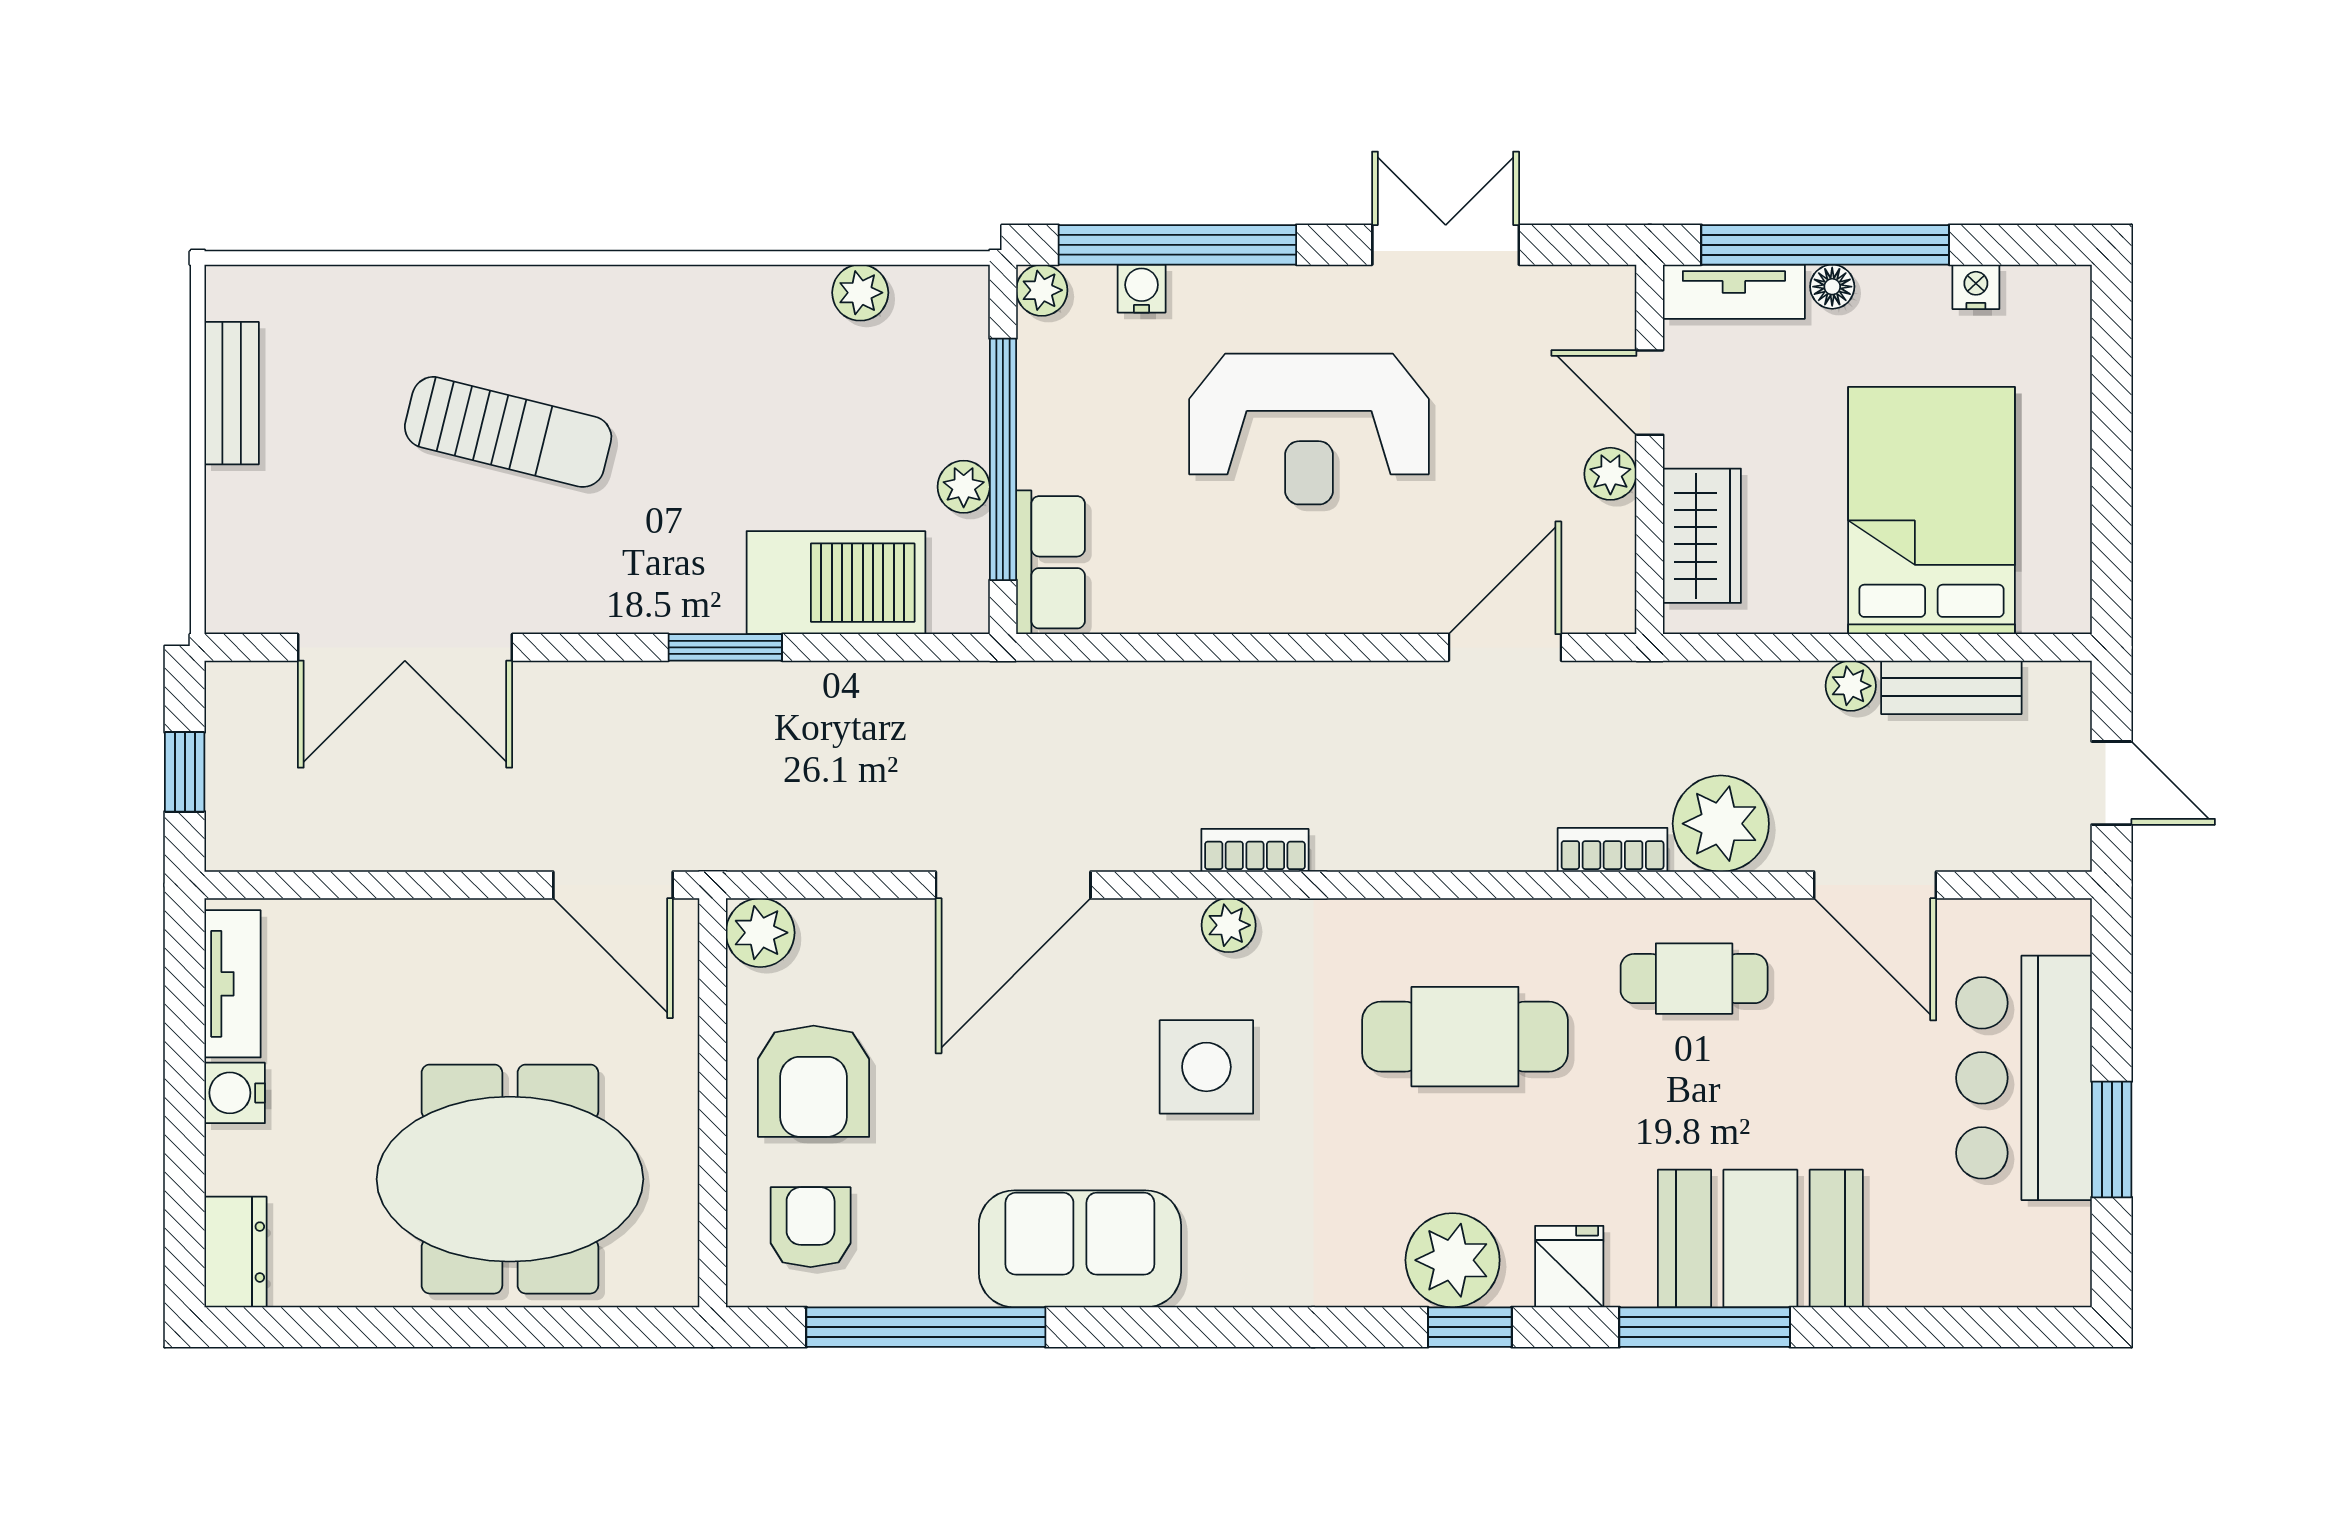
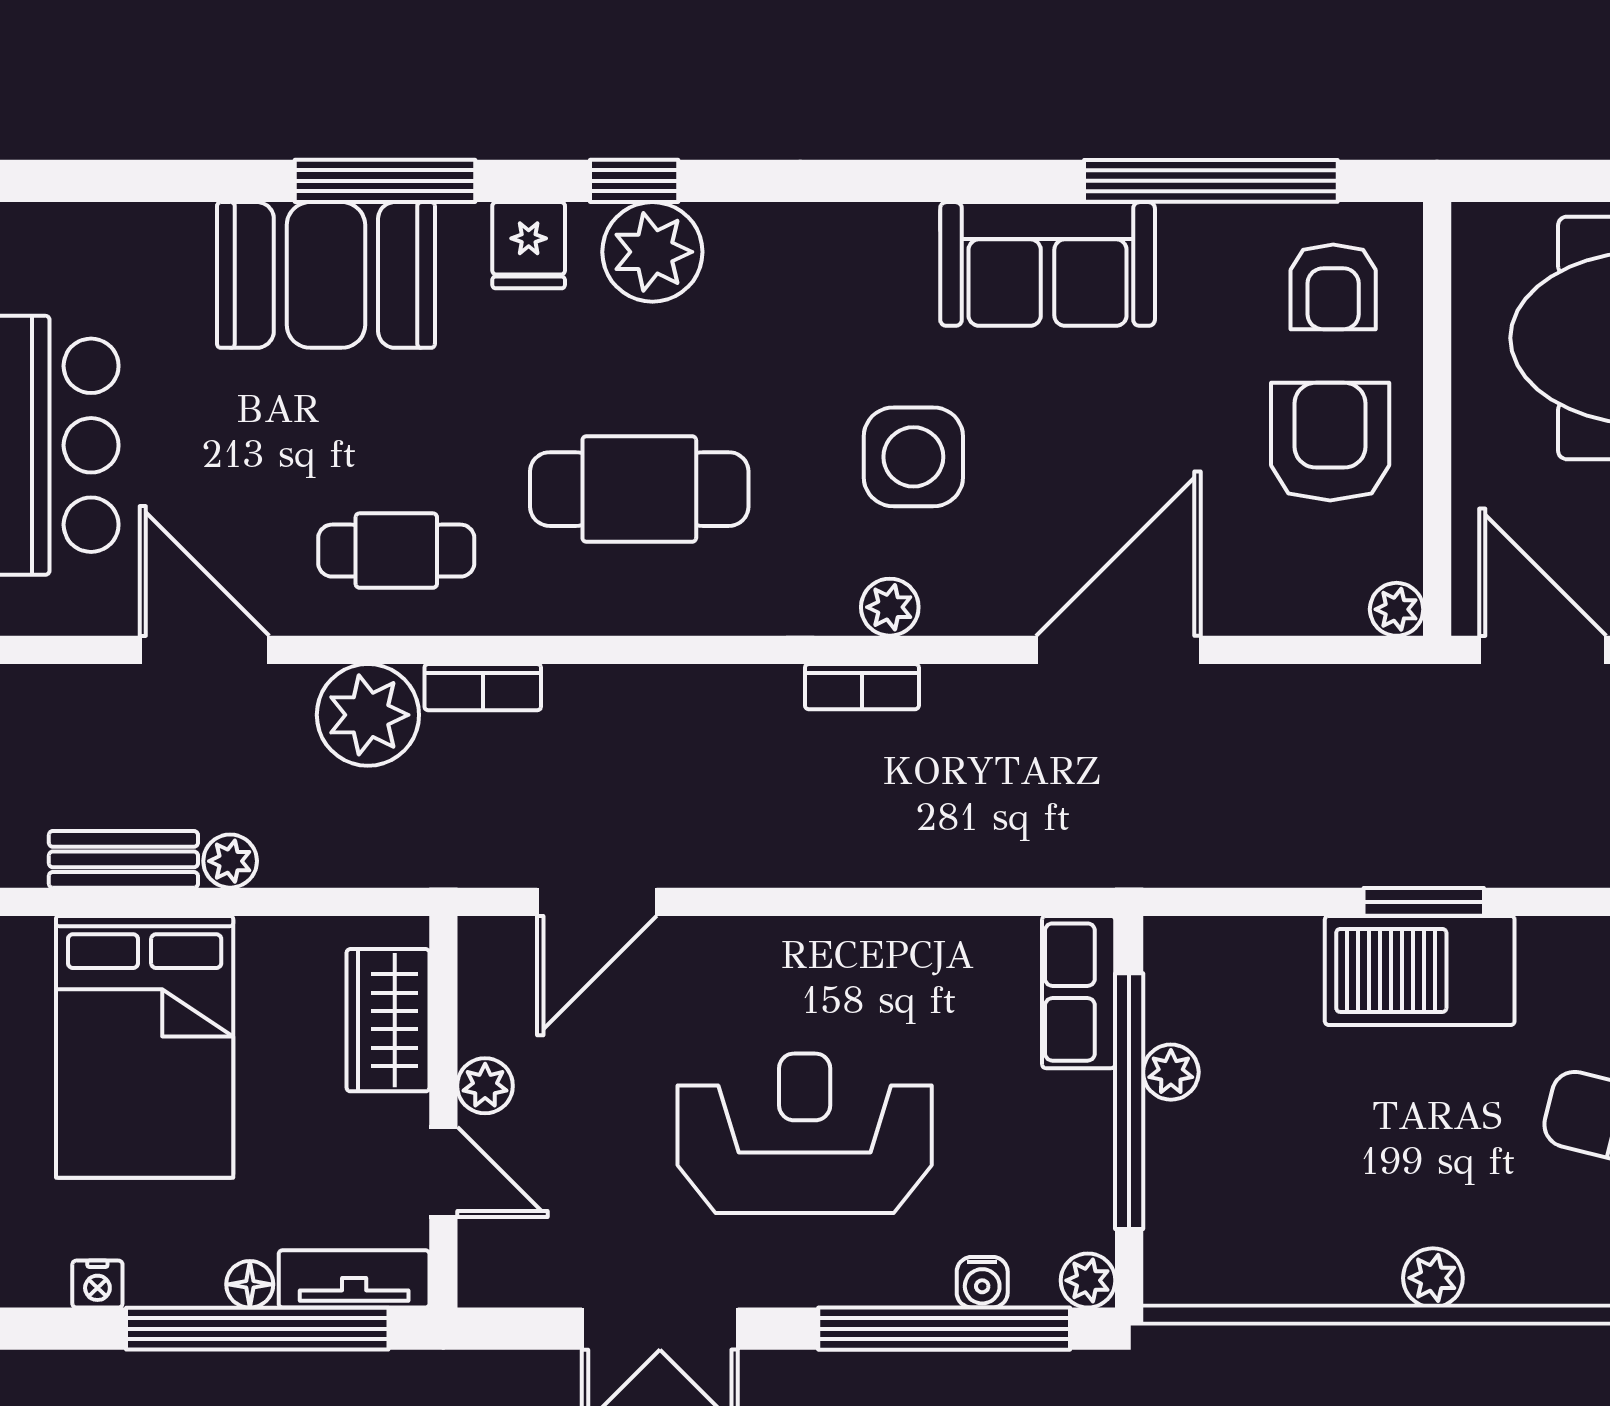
plant: (860, 293) -> (1433, 1278), moved
barbecue: (836, 583) -> (1420, 970), moved
plant: (760, 933) -> (1397, 609), width x0.73, depth x0.73

